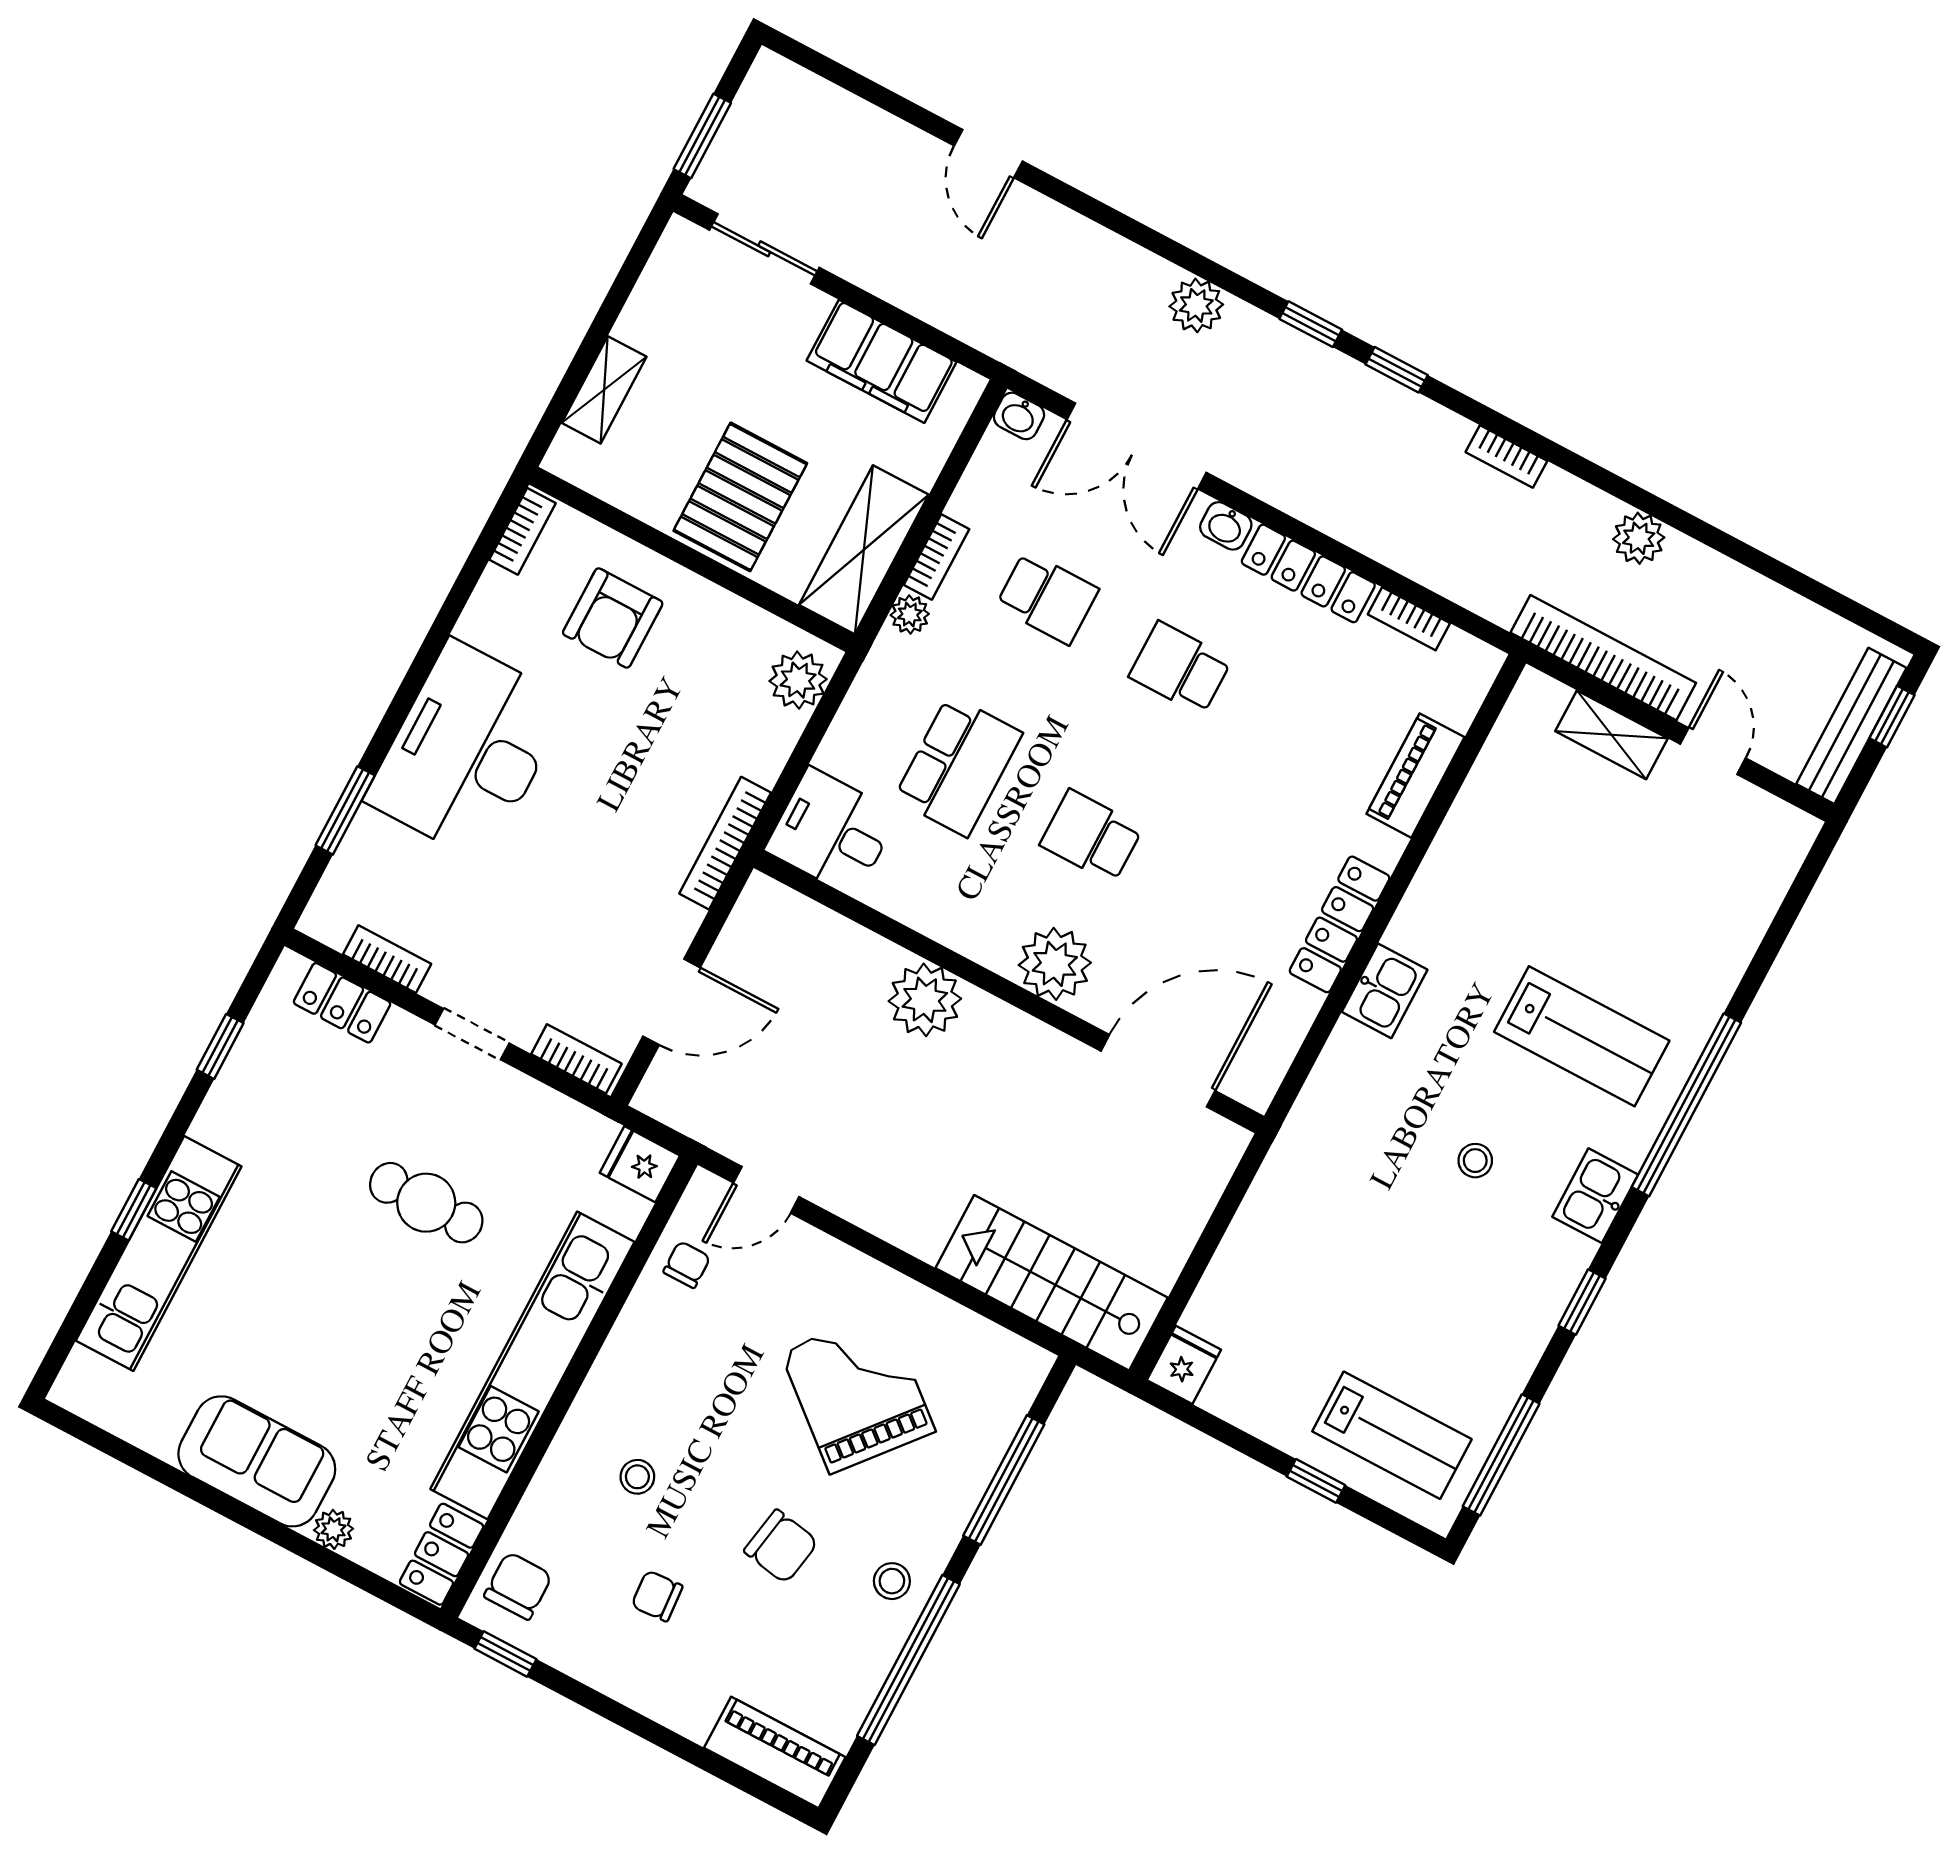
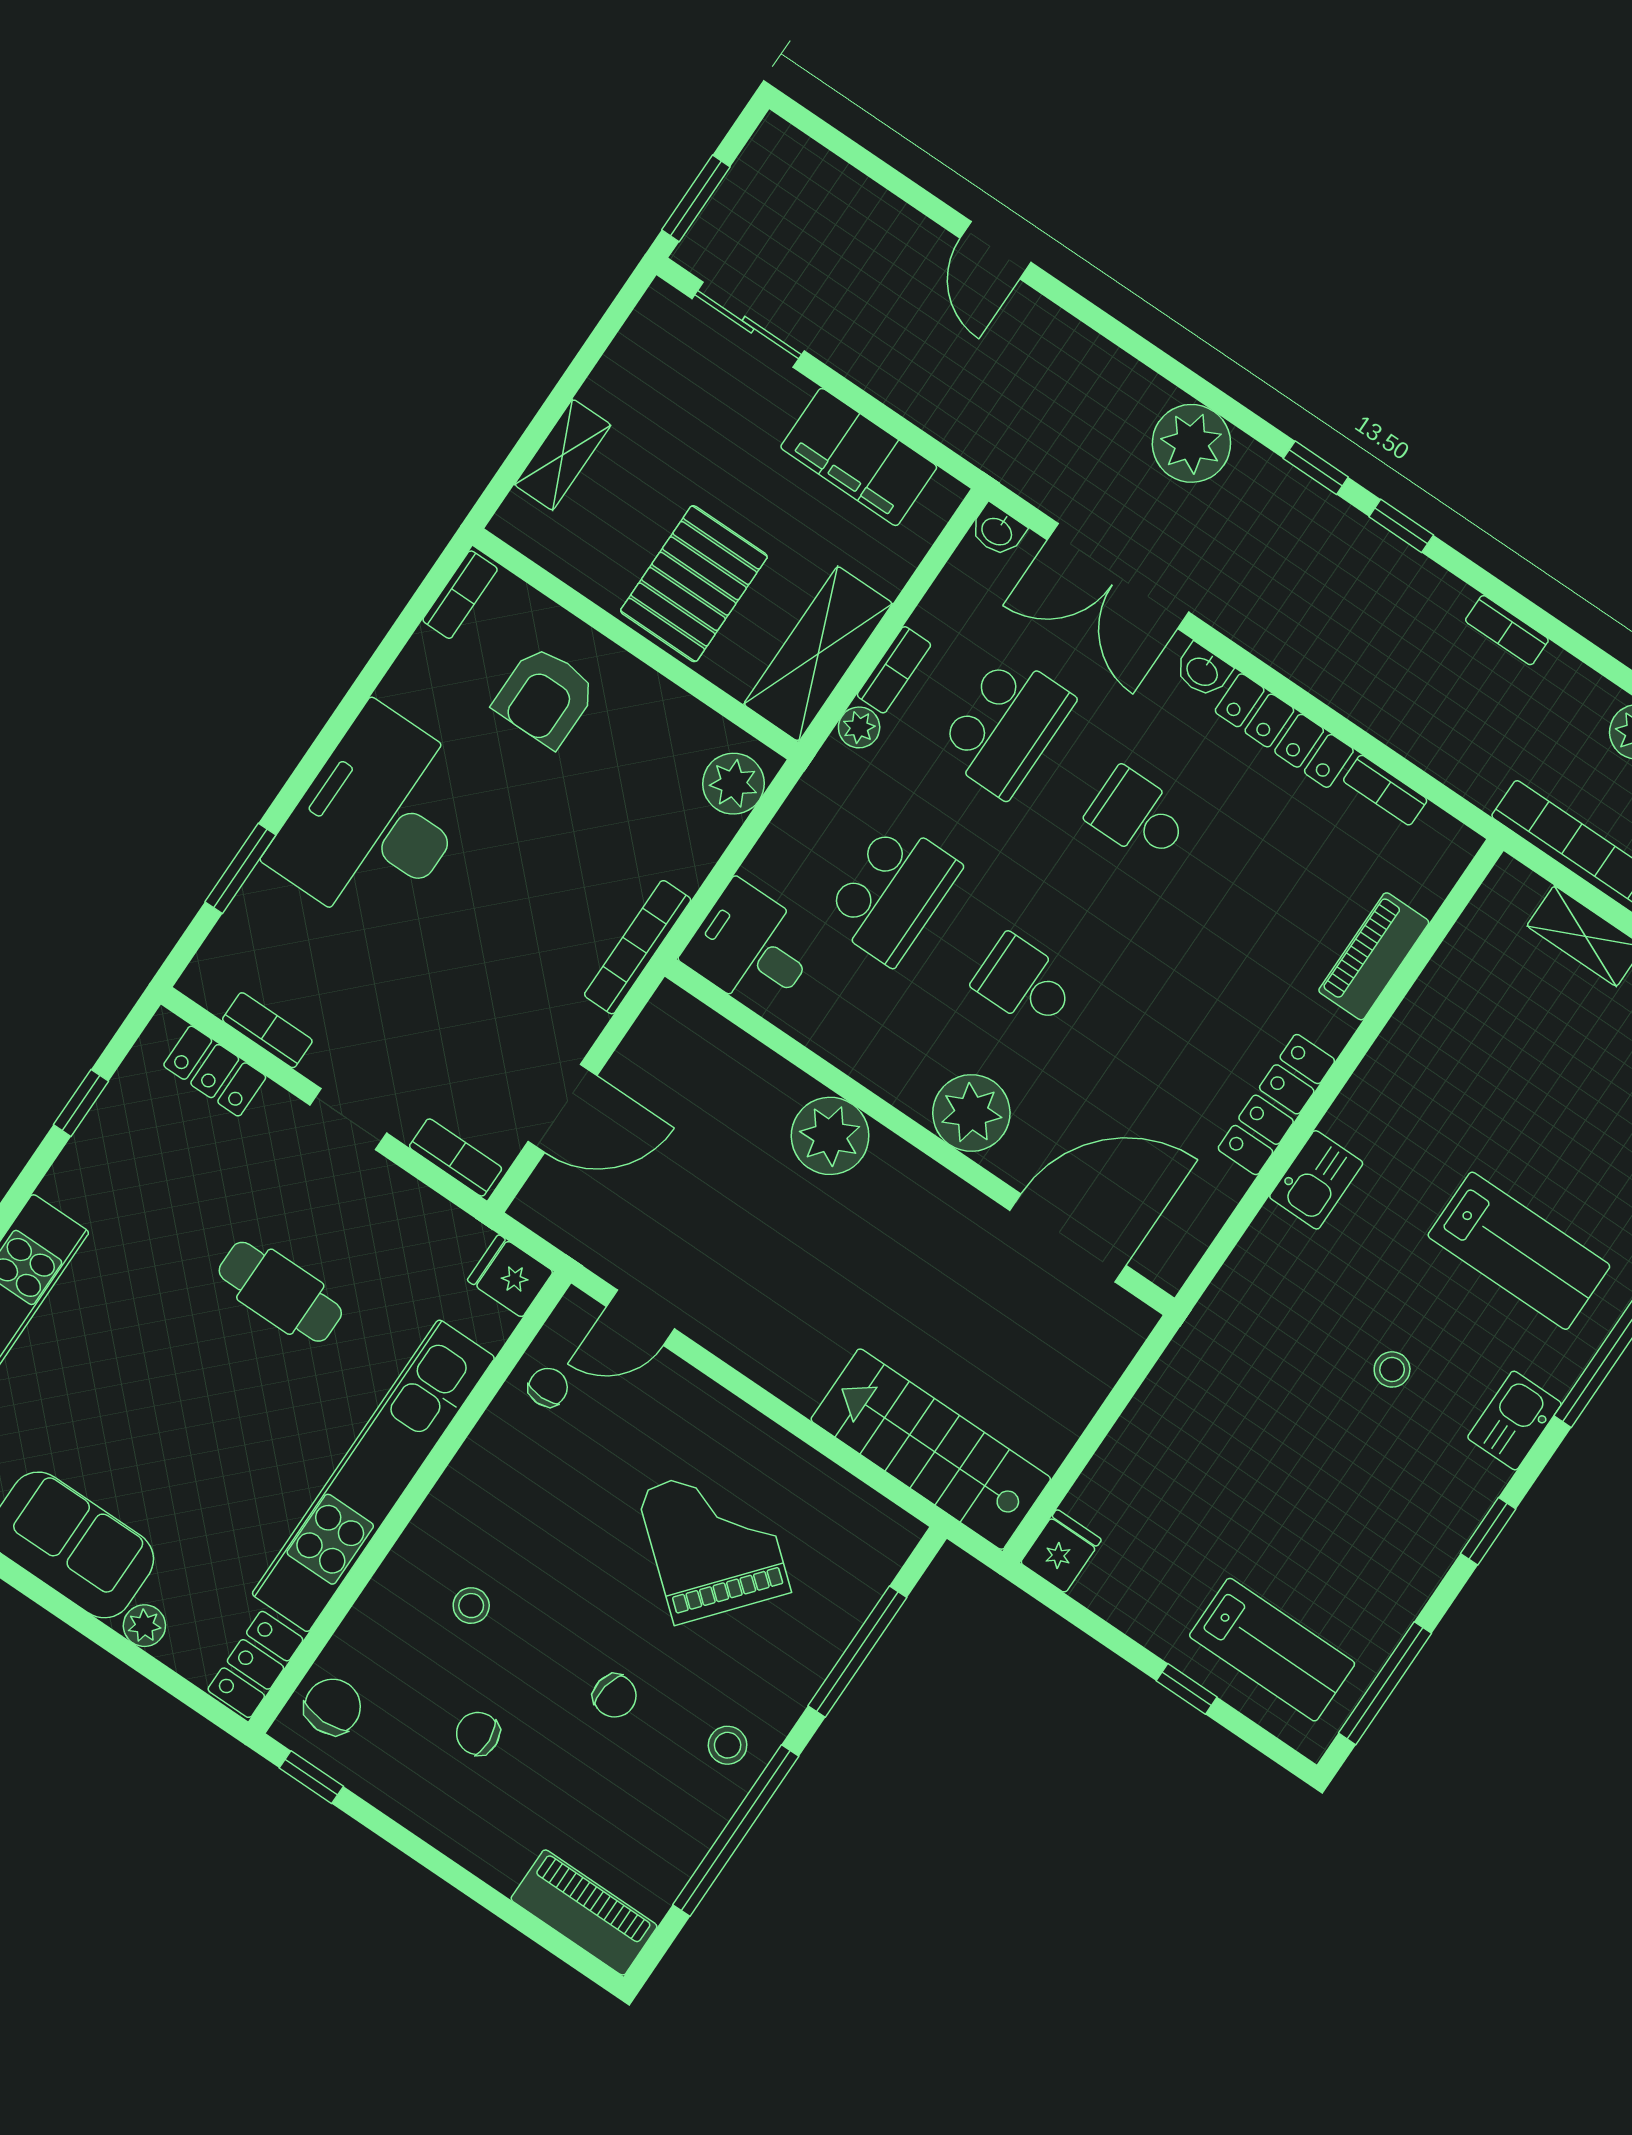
plant: (1196, 305) -> (1191, 443), width x1.36, depth x1.36
school desk: (1047, 598) -> (1006, 726), width x1.85
chair: (781, 1546) -> (615, 1696), width x0.73, depth x0.73

